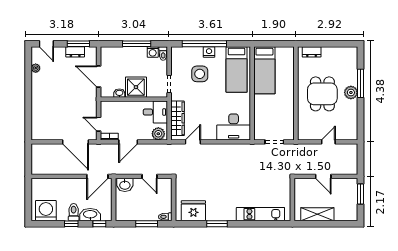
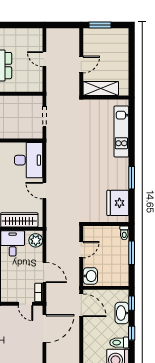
door: (99, 124) -> (25, 304), hinge flipped
door: (193, 142) -> (44, 191), moved
toilet: (74, 212) -> (119, 343), moved
shelving: (317, 214) -> (101, 89), moved, turned 90

